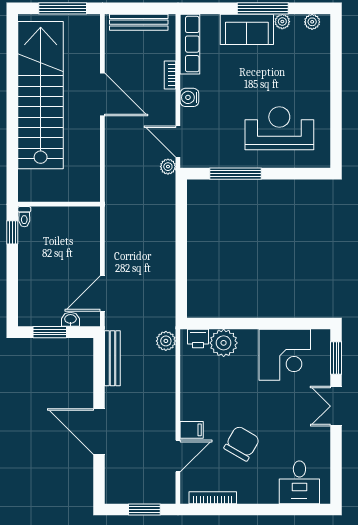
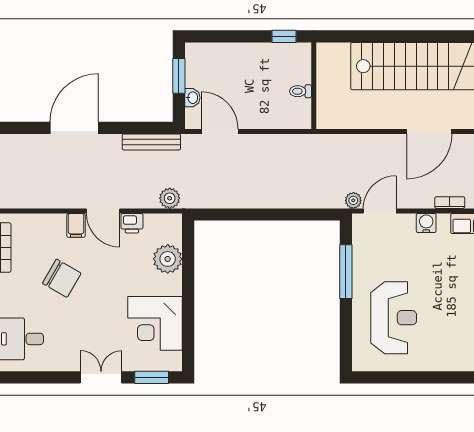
toilet: (24, 217) -> (300, 91), moved
printer: (198, 339) -> (132, 223), moved, turned -90
door: (178, 456) -> (103, 211), moved

